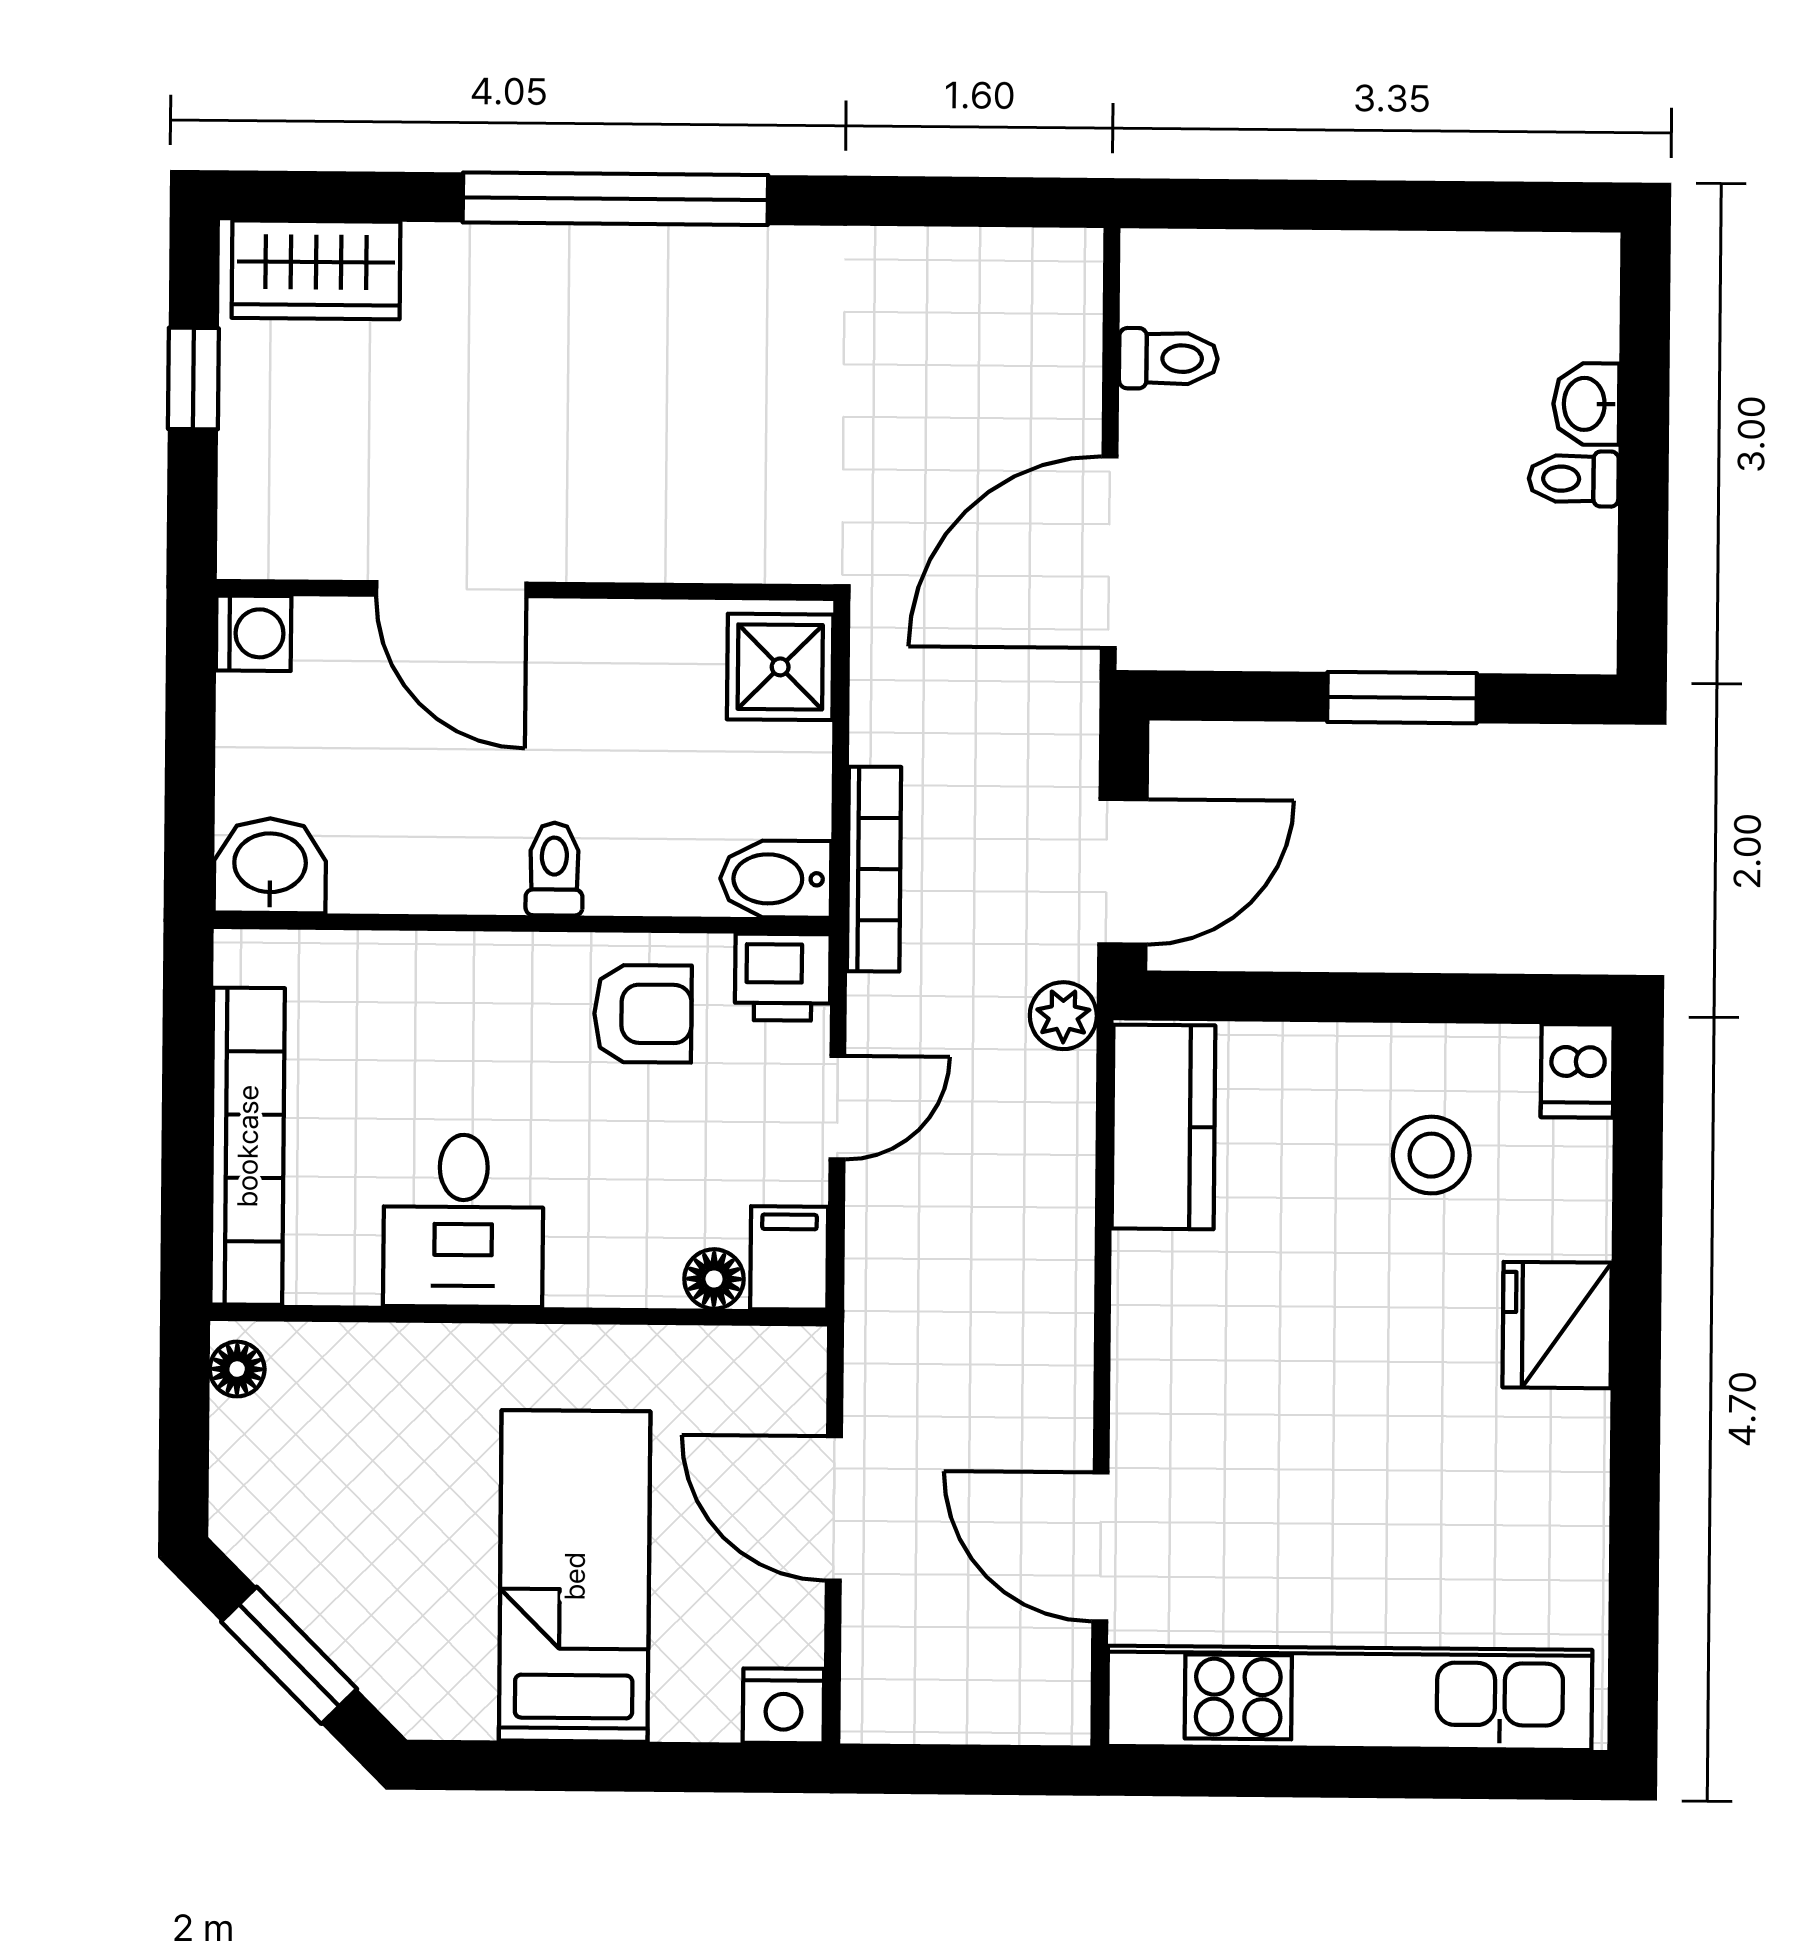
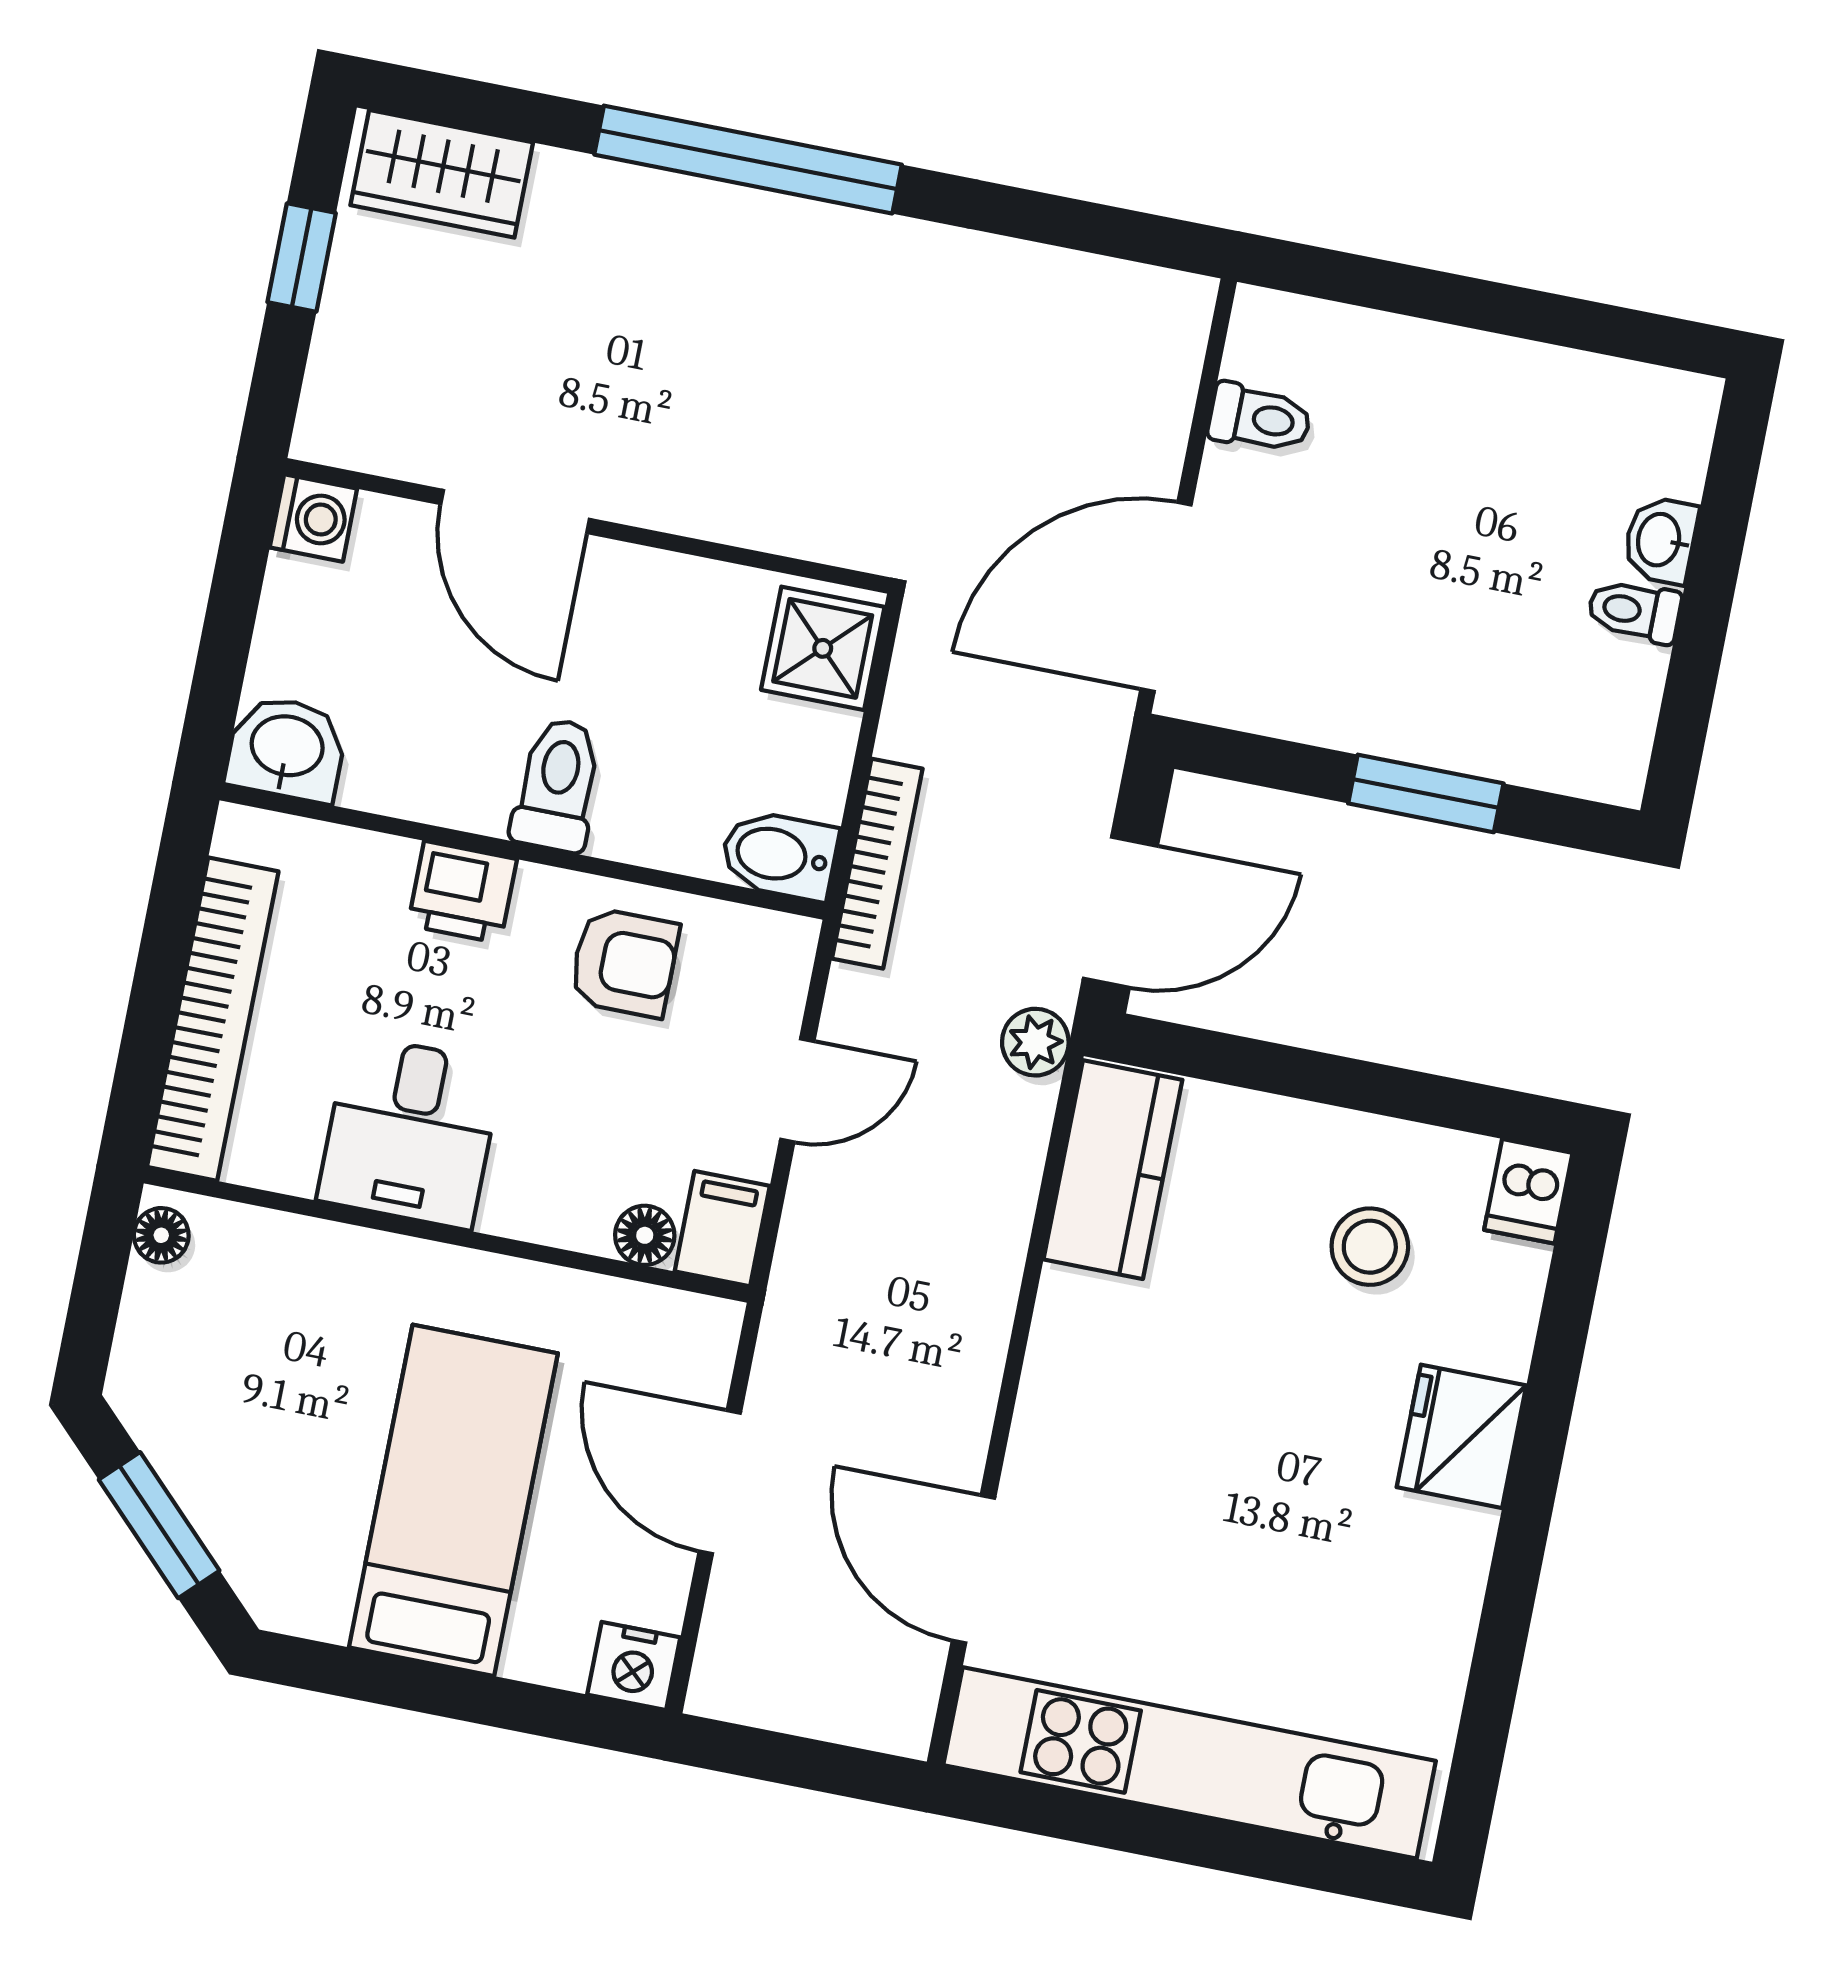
toilet: (554, 869) -> (557, 785), width x1.37, depth x1.39
printer: (783, 977) -> (462, 892), moved

